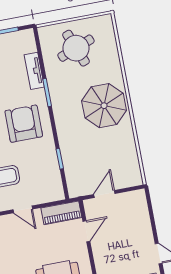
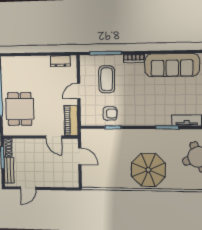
armchair: (24, 124) -> (110, 113), moved, width x0.53, depth x0.53

